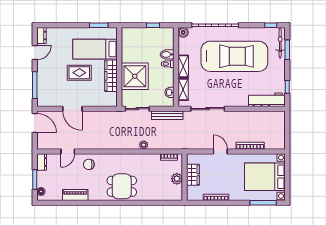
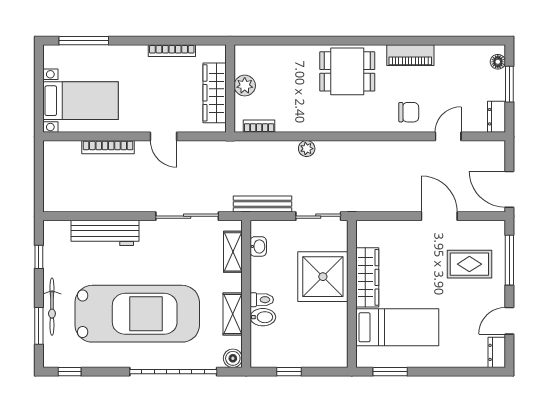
bicycle: (280, 43) -> (52, 307), moved
car: (234, 56) -> (137, 314), turned 180
shelving: (183, 66) -> (233, 314), moved
rug: (79, 73) -> (469, 264), moved
workbench: (267, 100) -> (105, 233), moved
wardrobe: (193, 175) -> (215, 93), width x1.50
bed with nightstands: (265, 177) -> (80, 101), width x0.73
piano: (75, 195) -> (410, 55), moved

